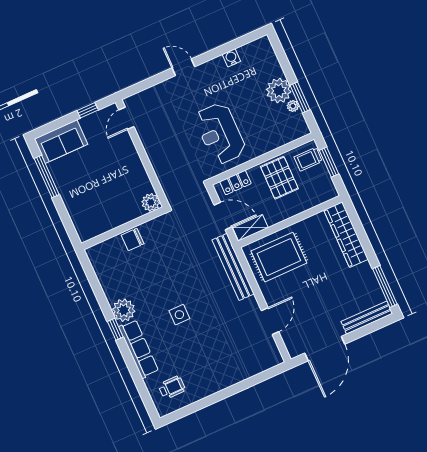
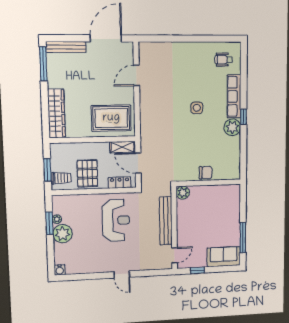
water cooler: (231, 58) -> (60, 270), moved
bench: (233, 267) -> (166, 221), moved

